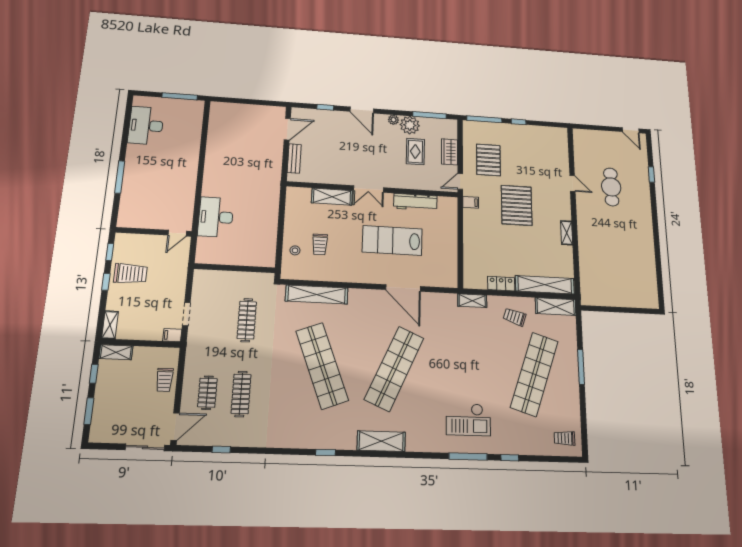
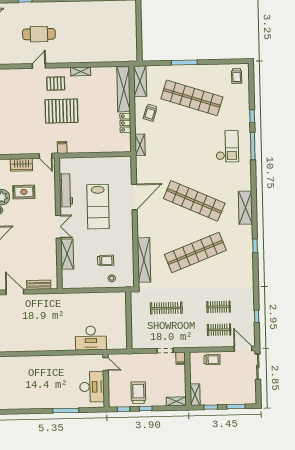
desk: (146, 126) -> (92, 387), moved, turned -90
pallet: (488, 160) -> (56, 84), moved, width x0.67, depth x0.71
clothes rail: (241, 394) -> (219, 307), width x0.73

